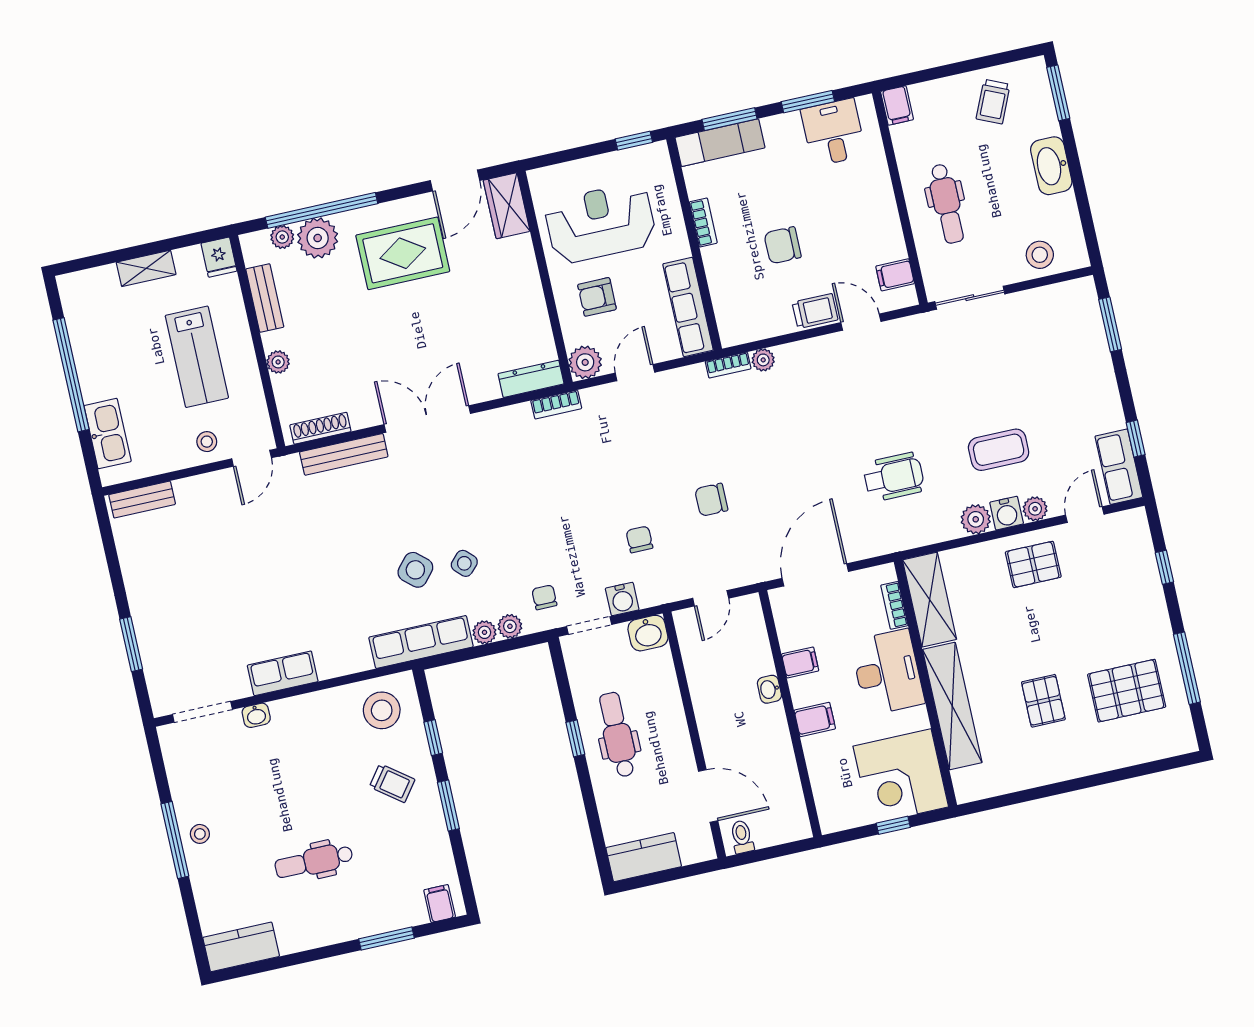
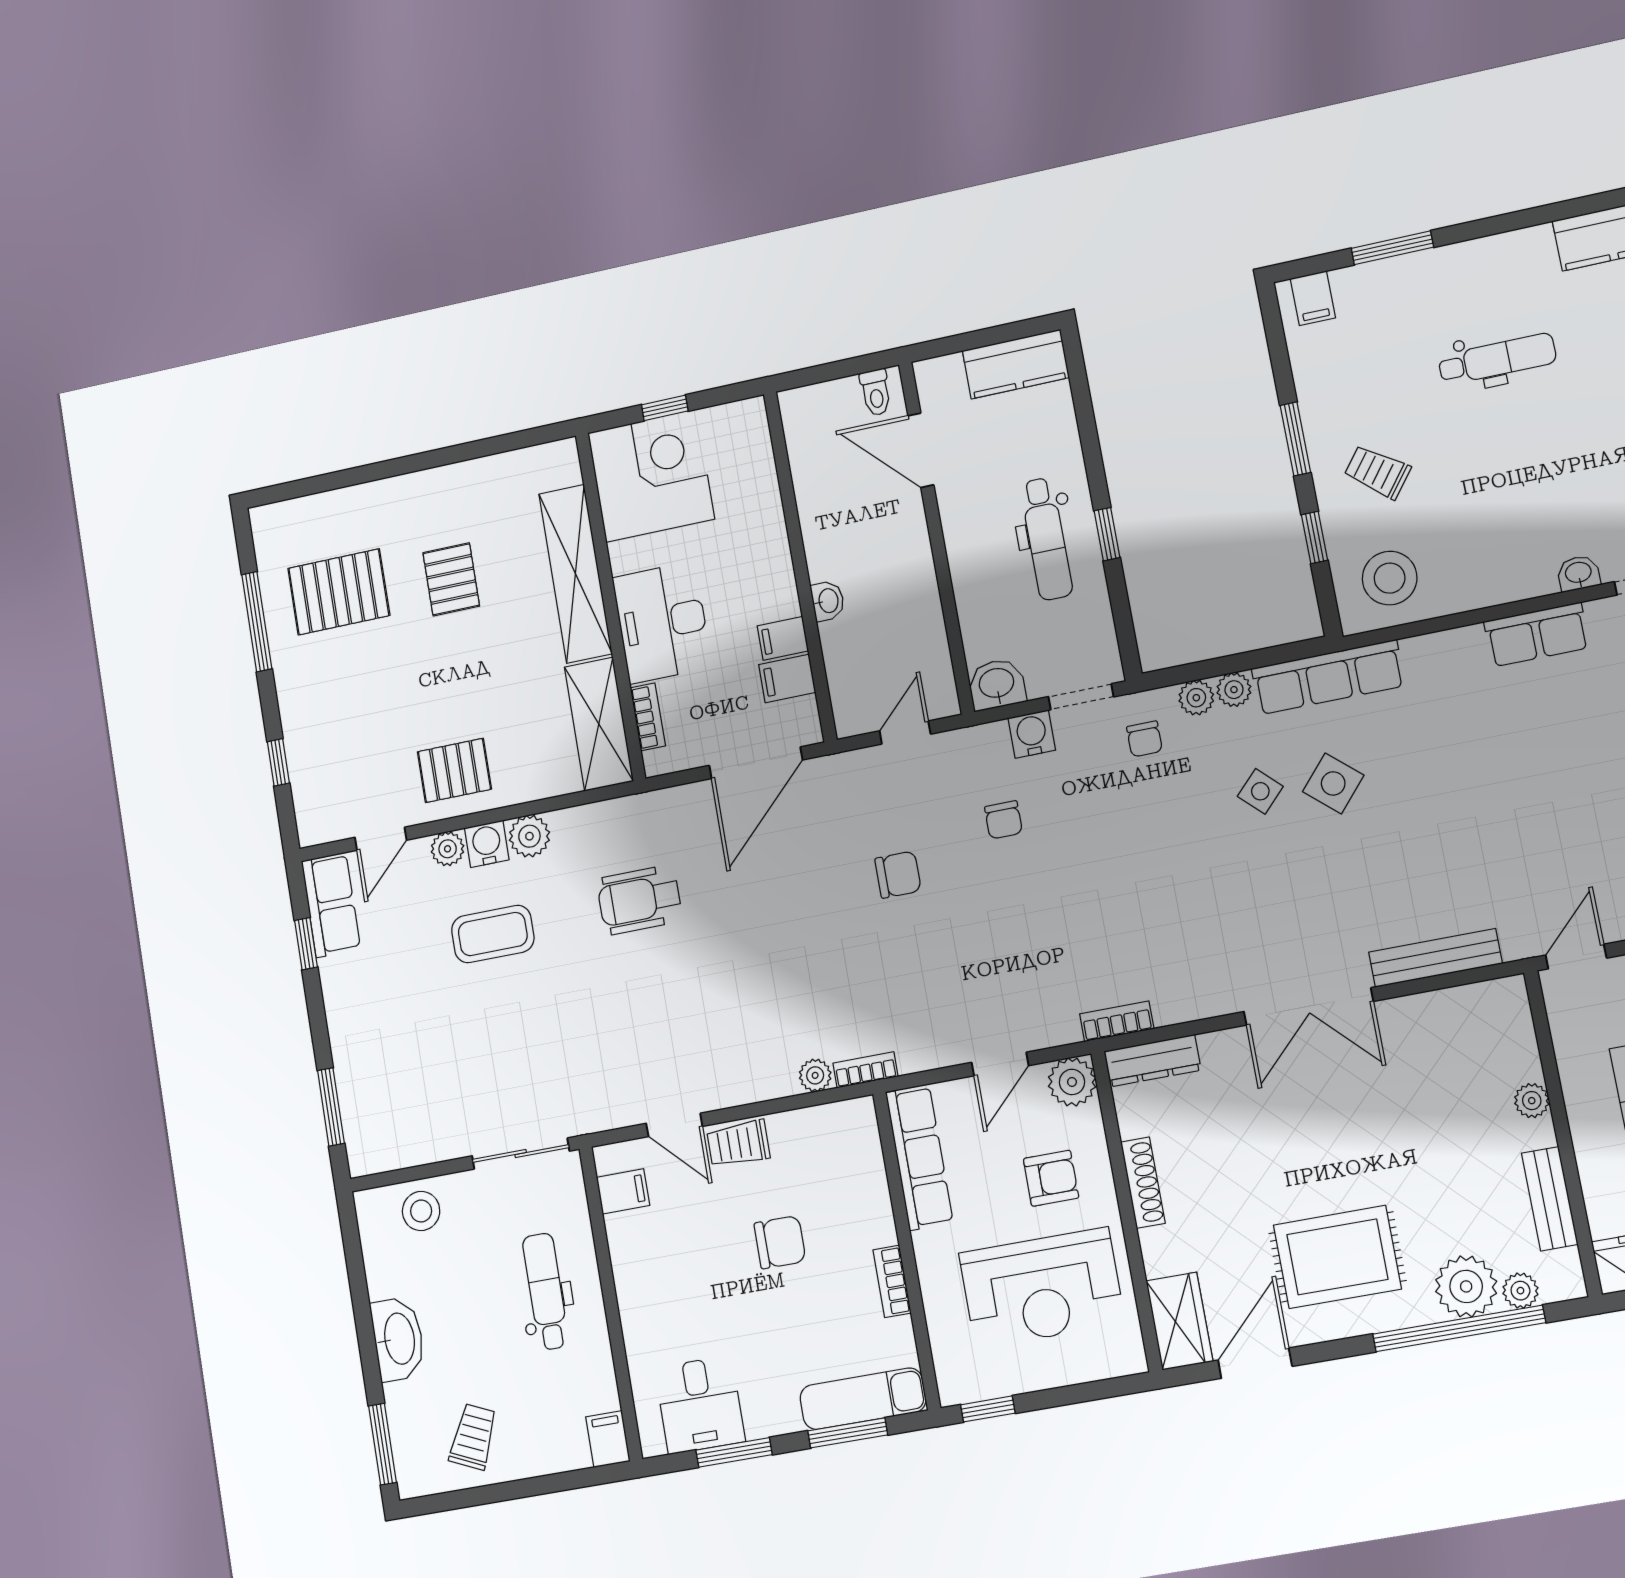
shoe rack: (320, 428) -> (1143, 1183), moved, turned -90
filing cabinet: (815, 720) -> (787, 678), moved

